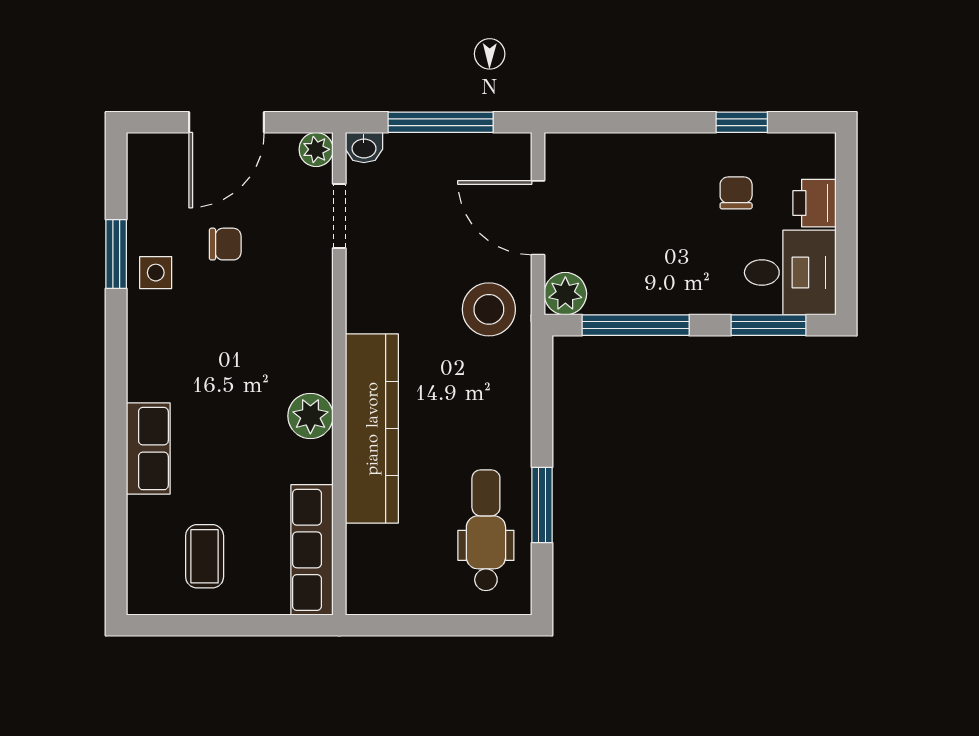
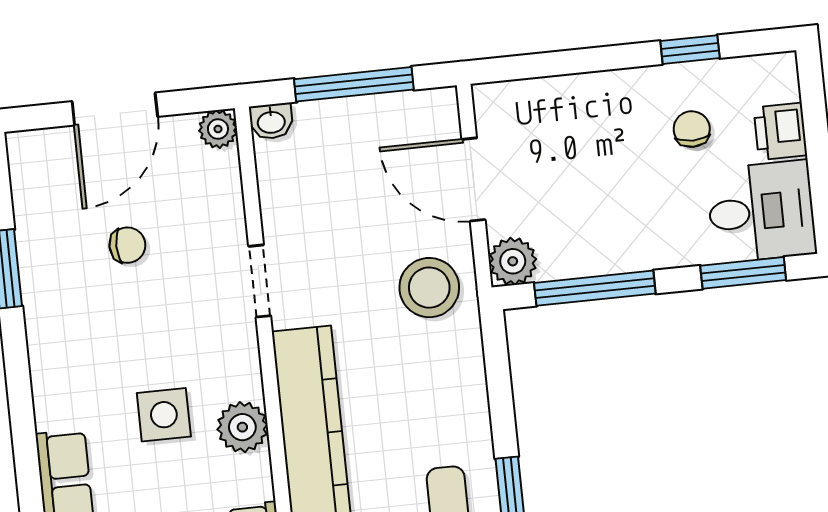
doorway: (339, 216) -> (260, 281), moved
side table: (156, 273) -> (164, 415), moved, width x1.37, depth x1.37

